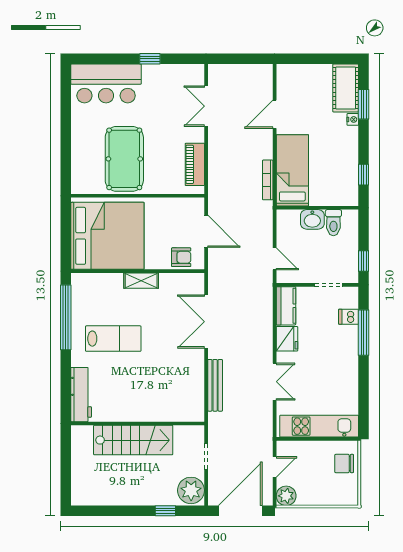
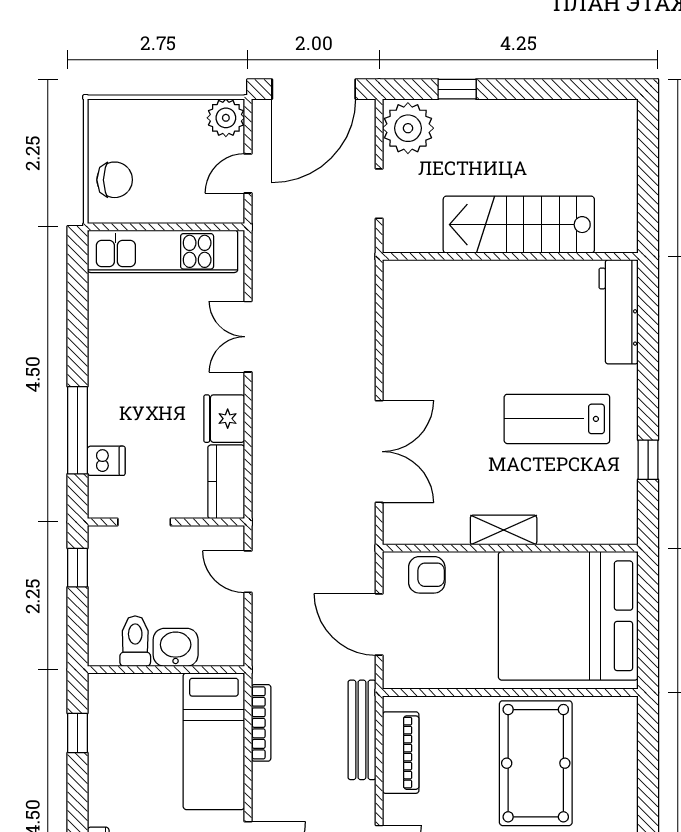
armchair: (181, 257) -> (427, 575), turned 180
window: (66, 317) -> (648, 460), width x0.32
bench: (215, 385) -> (362, 730), moved

